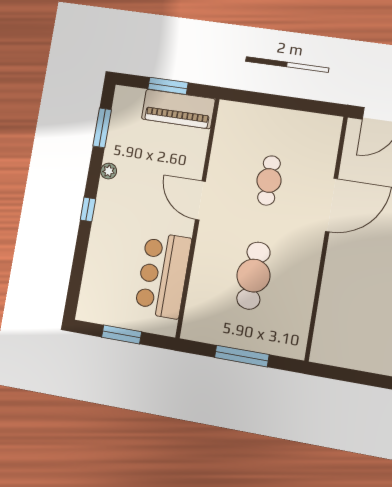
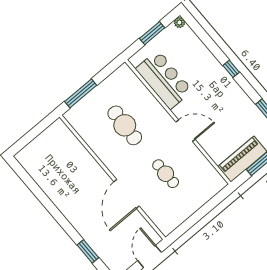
plant: (109, 171) -> (179, 22), moved
window: (242, 356) -> (81, 93), moved

